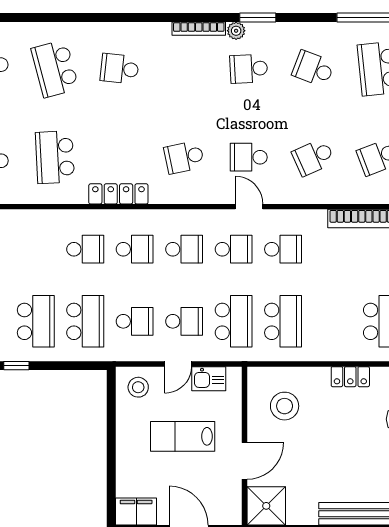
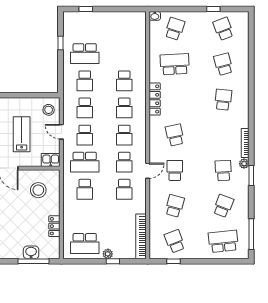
school desk: (55, 69) -> (223, 64), width x0.54
school desk: (313, 157) -> (175, 206), turned 39
school desk: (85, 321) -> (85, 81), width x0.54
school desk: (283, 321) -> (85, 189), width x0.54
kitchen sink: (209, 379) -> (51, 160), moved, turned 90

